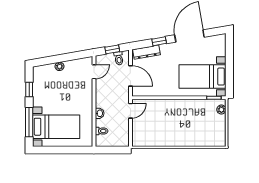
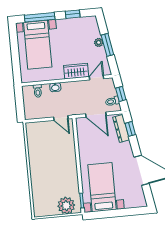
window: (159, 41) -> (130, 129), moved
window: (63, 58) -> (107, 45), added
door: (94, 72) -> (97, 78), swing flipped
door: (130, 76) -> (96, 115), hinge flipped
wardrobe: (86, 91) -> (76, 71), added
plant: (221, 110) -> (66, 206), width x1.88, depth x1.88

